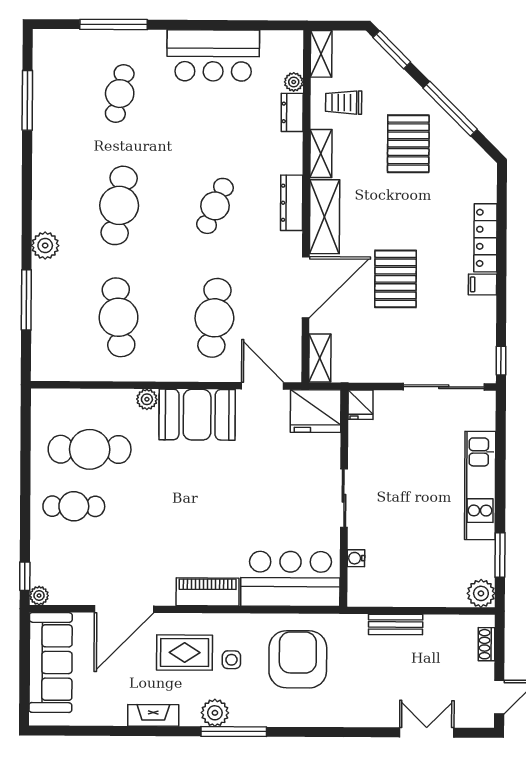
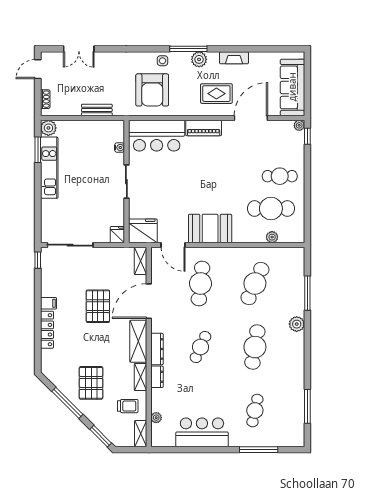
dresser: (292, 112) -> (157, 377), moved
cafe table: (119, 317) -> (255, 284), turned 30
plant: (147, 399) -> (272, 237), moved
kitchen unit: (480, 486) -> (49, 168), moved
side table: (231, 660) -> (162, 61), moved

